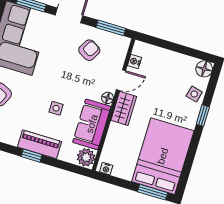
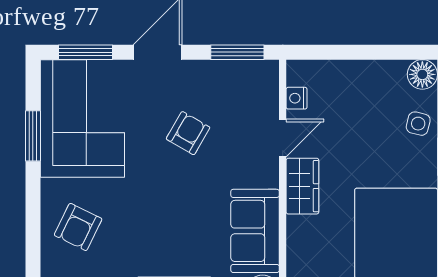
armchair: (89, 50) -> (188, 133), moved
floor lamp: (108, 98) -> (269, 176), removed
side table: (56, 108) -> (184, 222), removed

